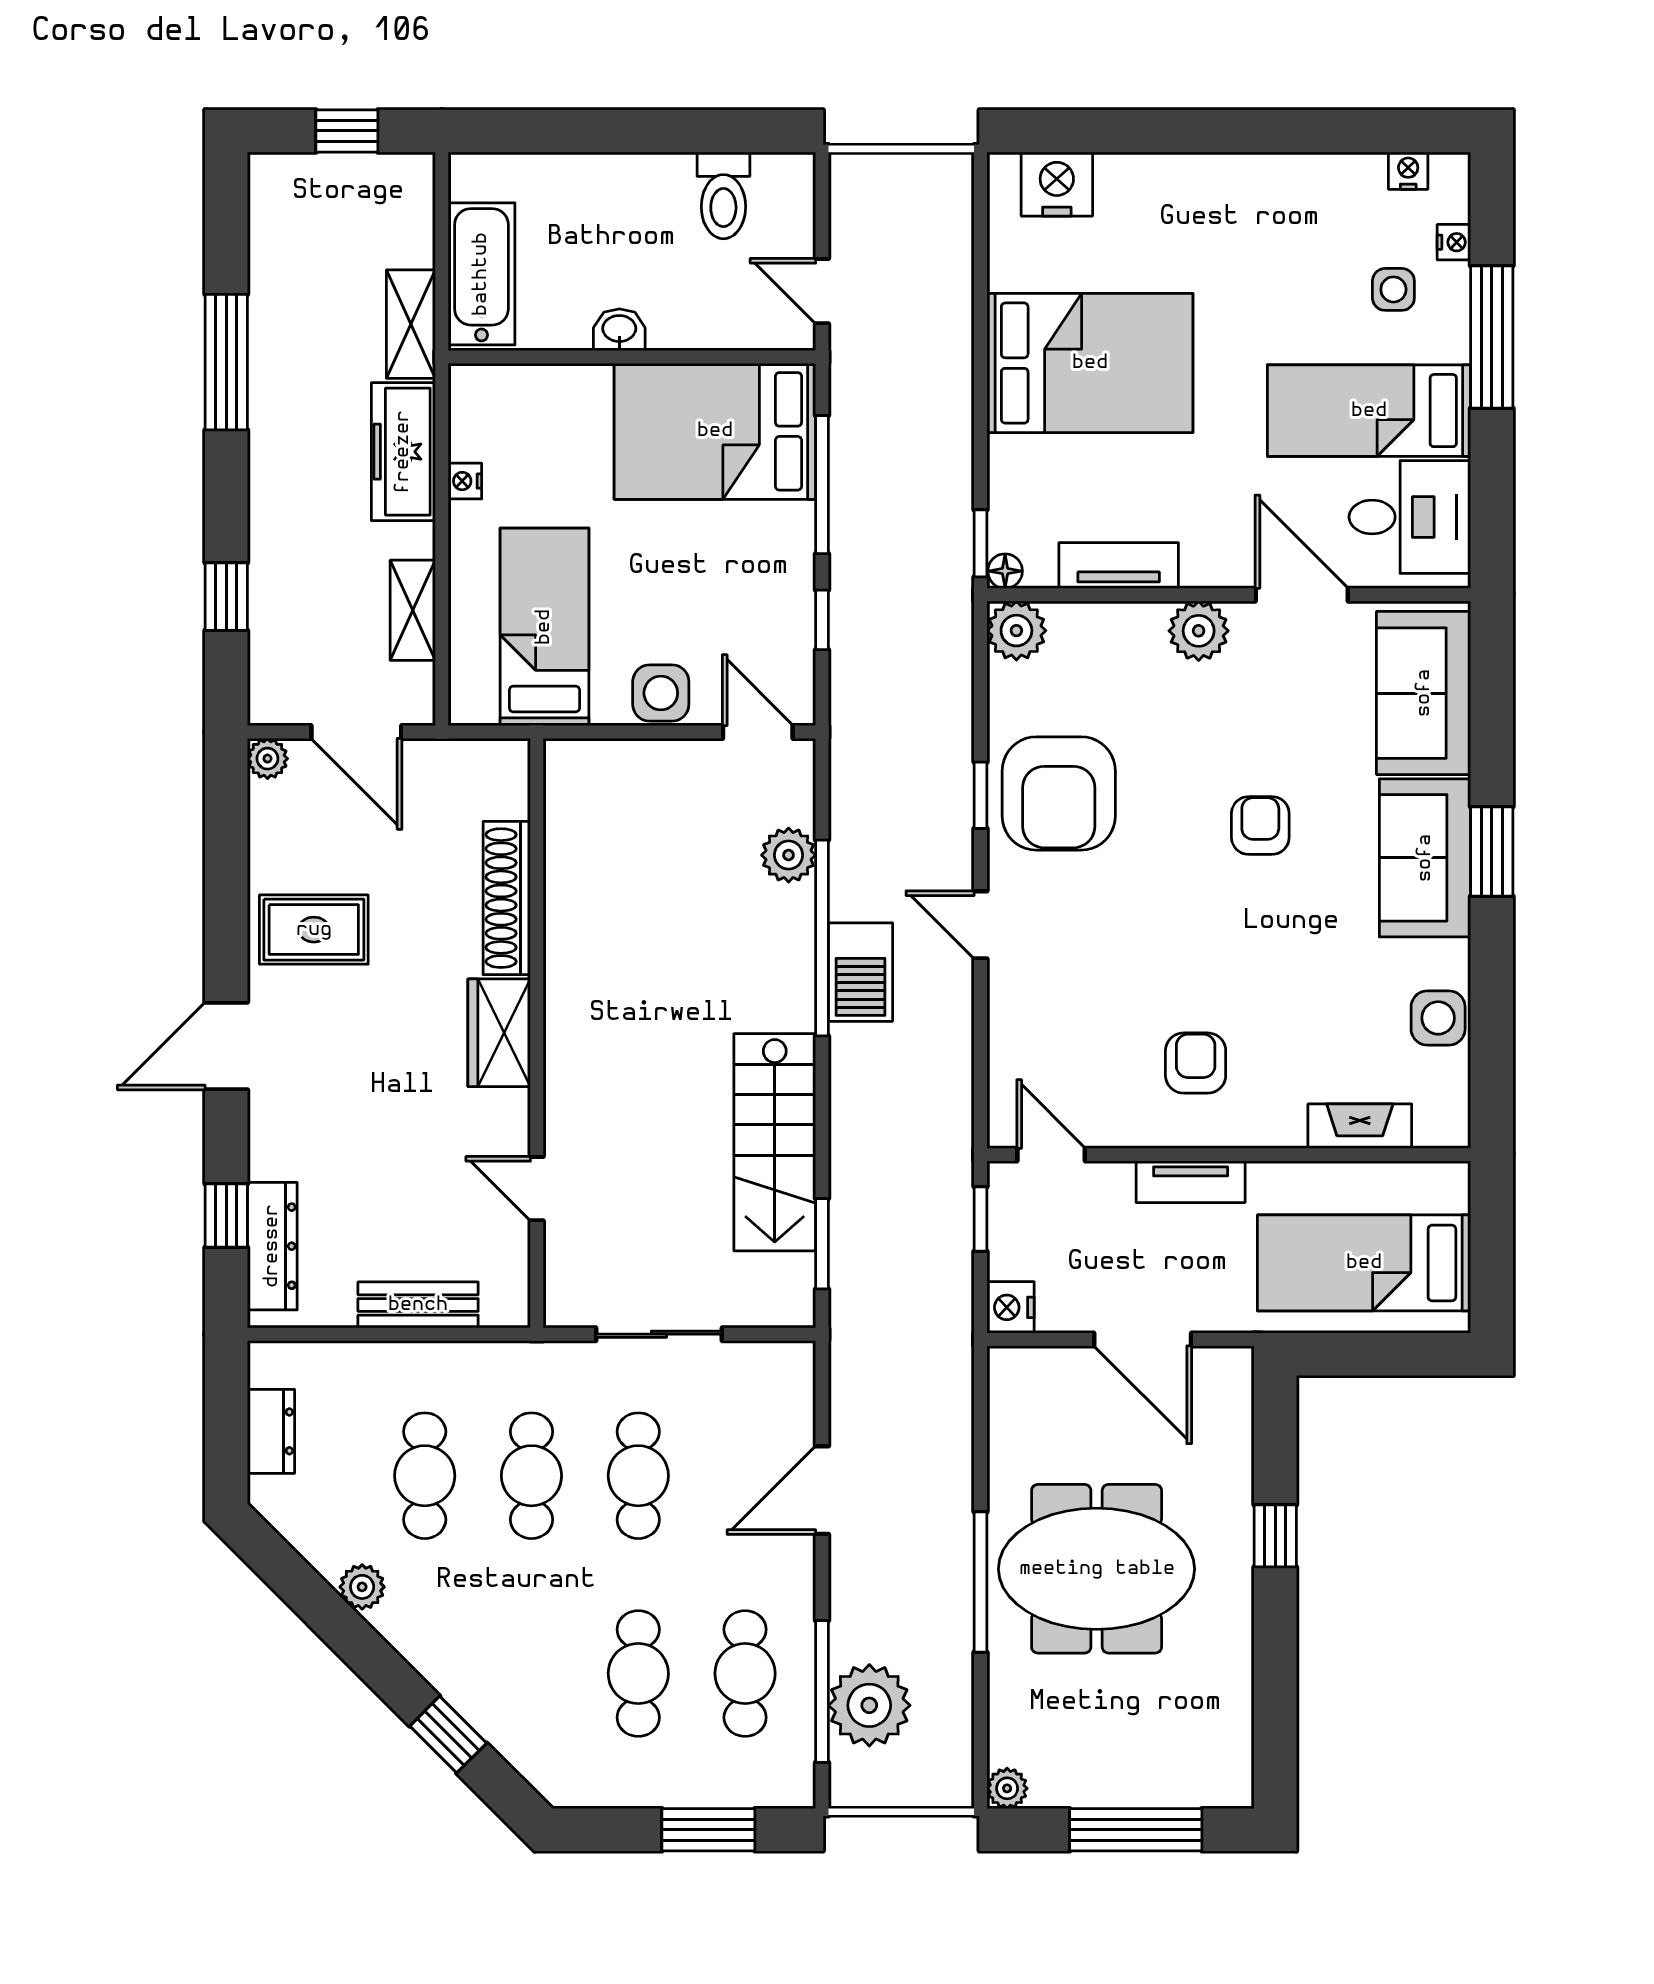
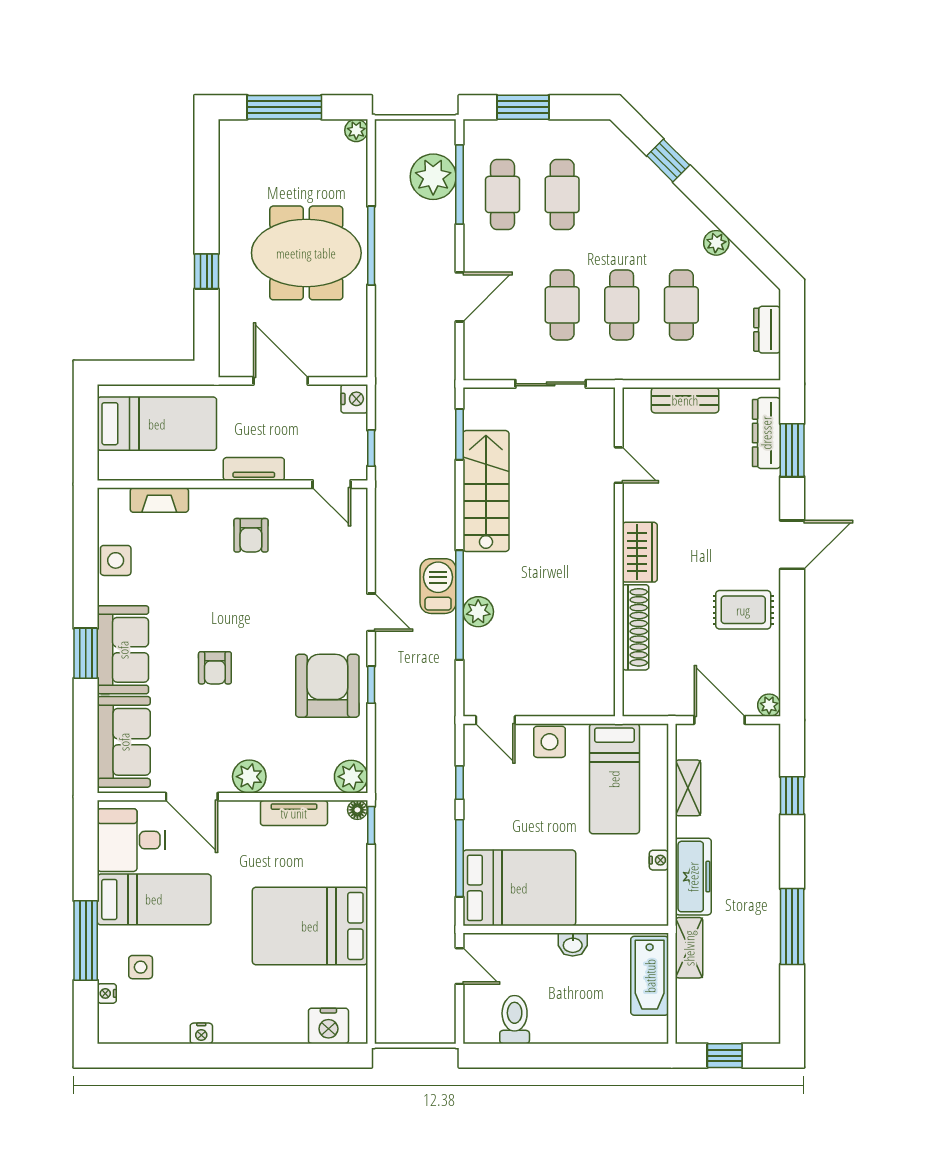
nightstand: (1408, 171) -> (201, 1033), moved
plant: (789, 855) -> (478, 612), moved
window: (226, 1216) -> (792, 450), width x1.50

